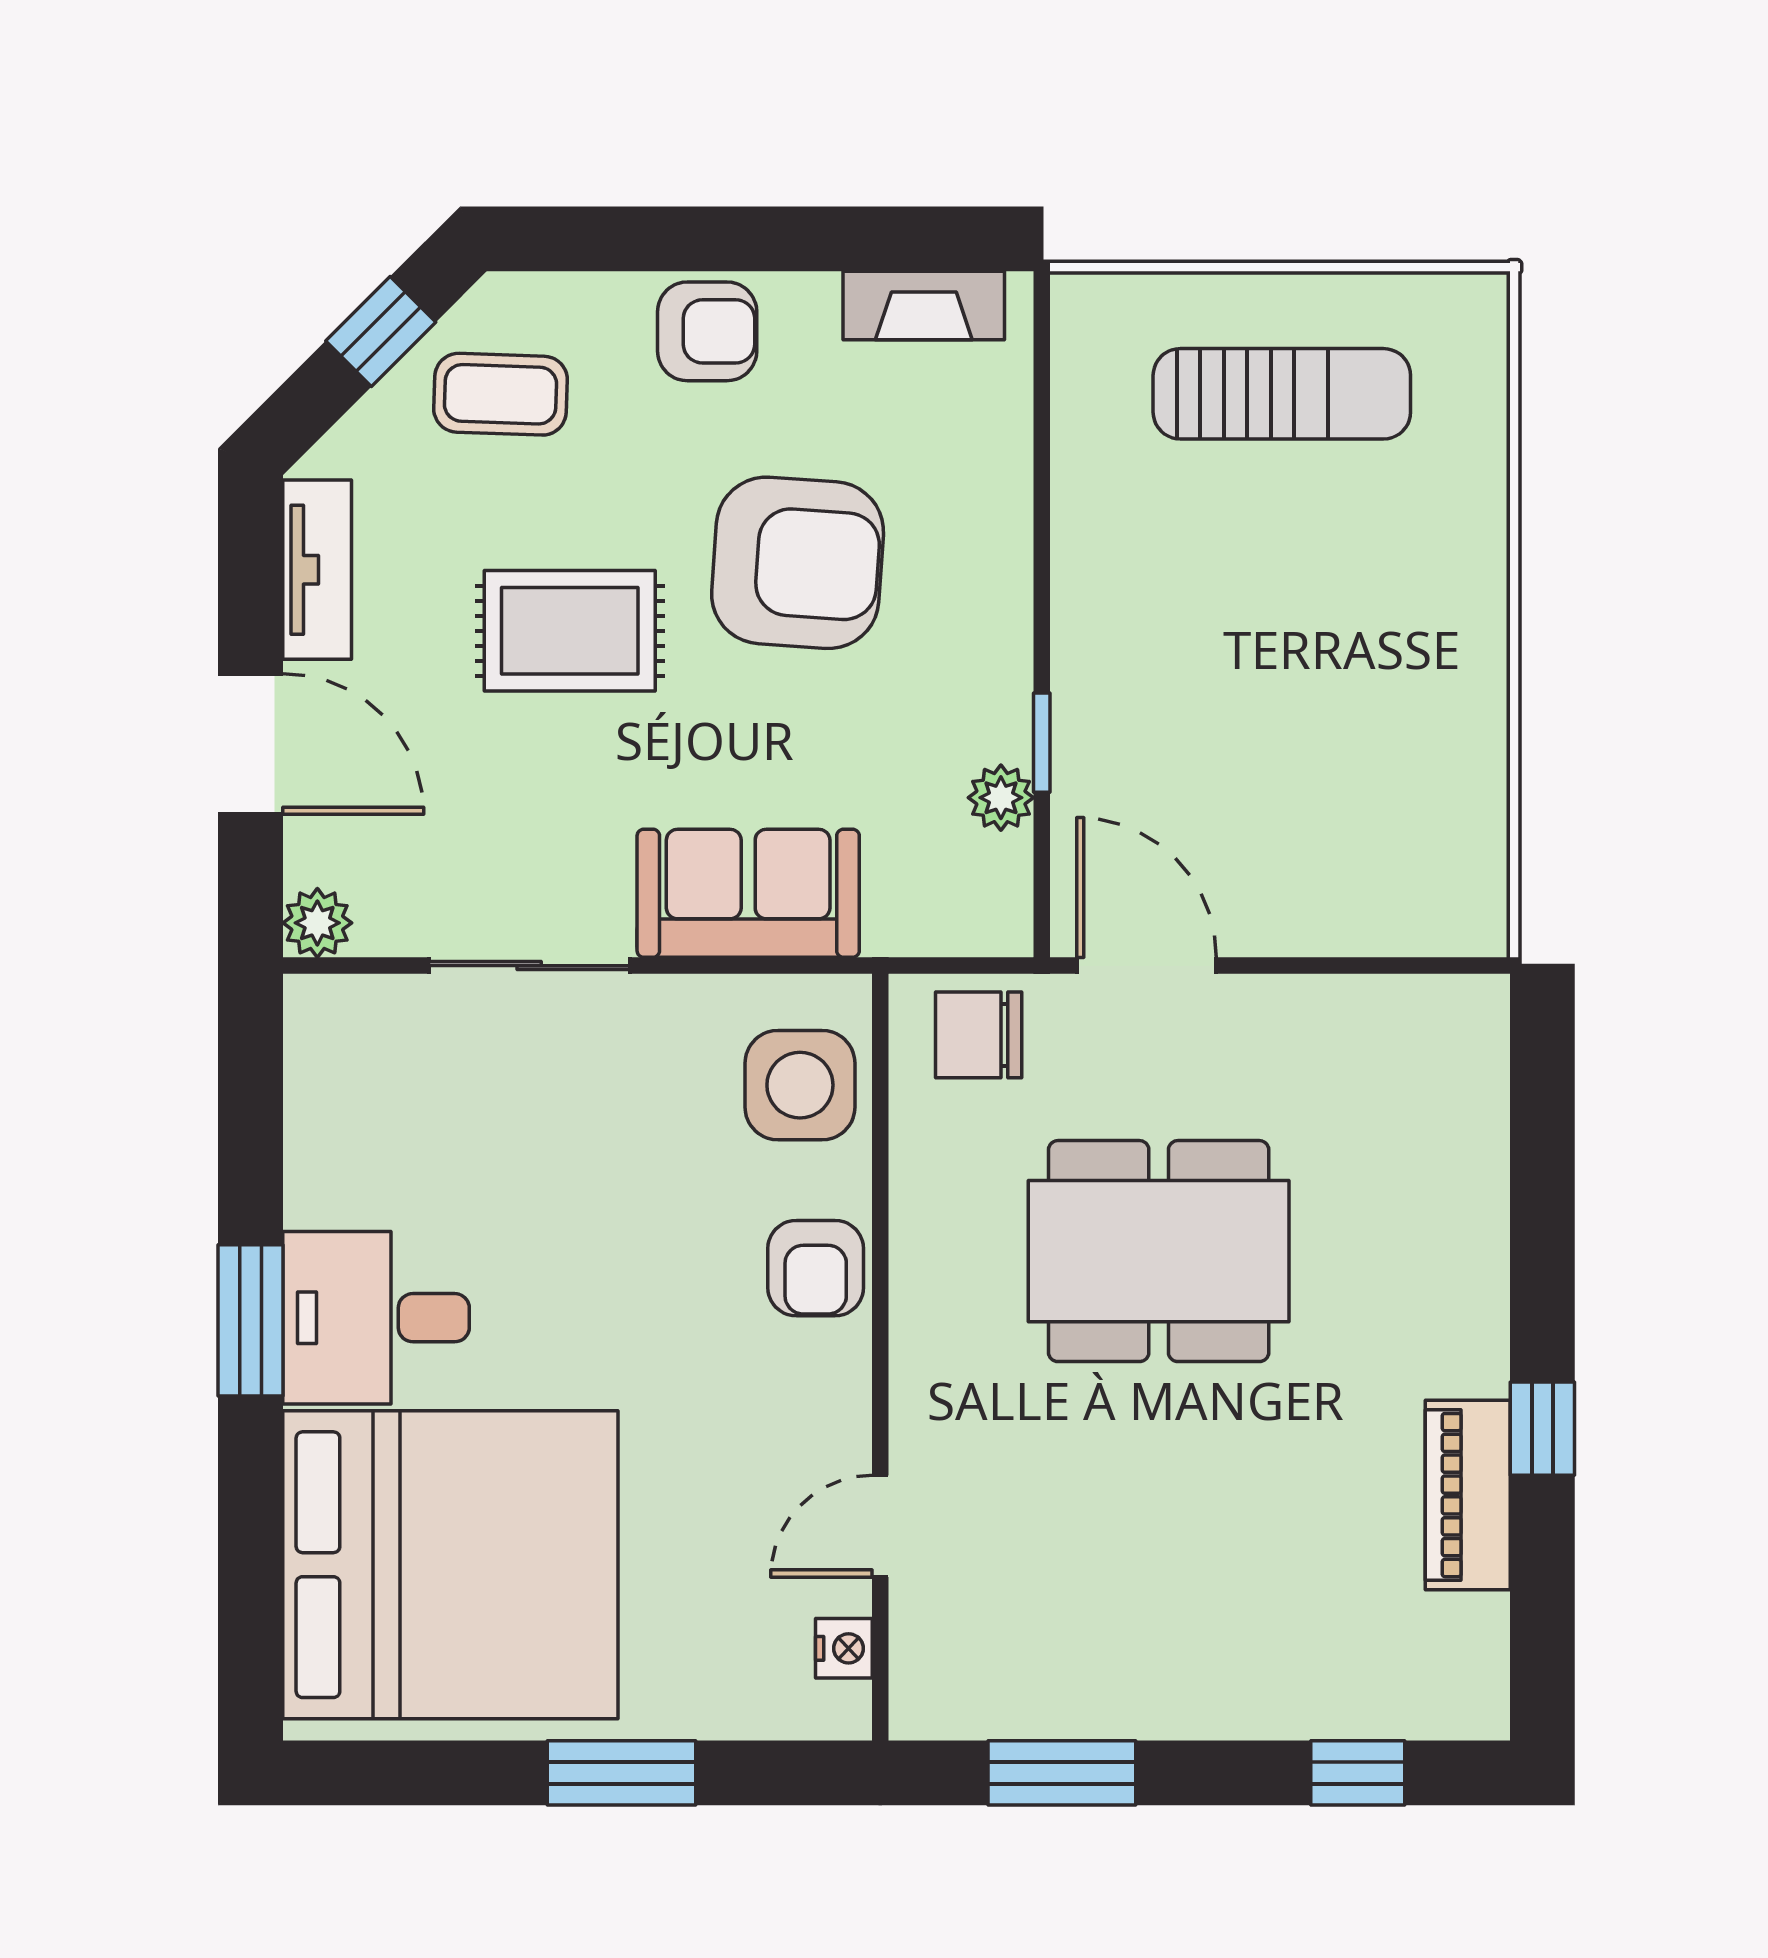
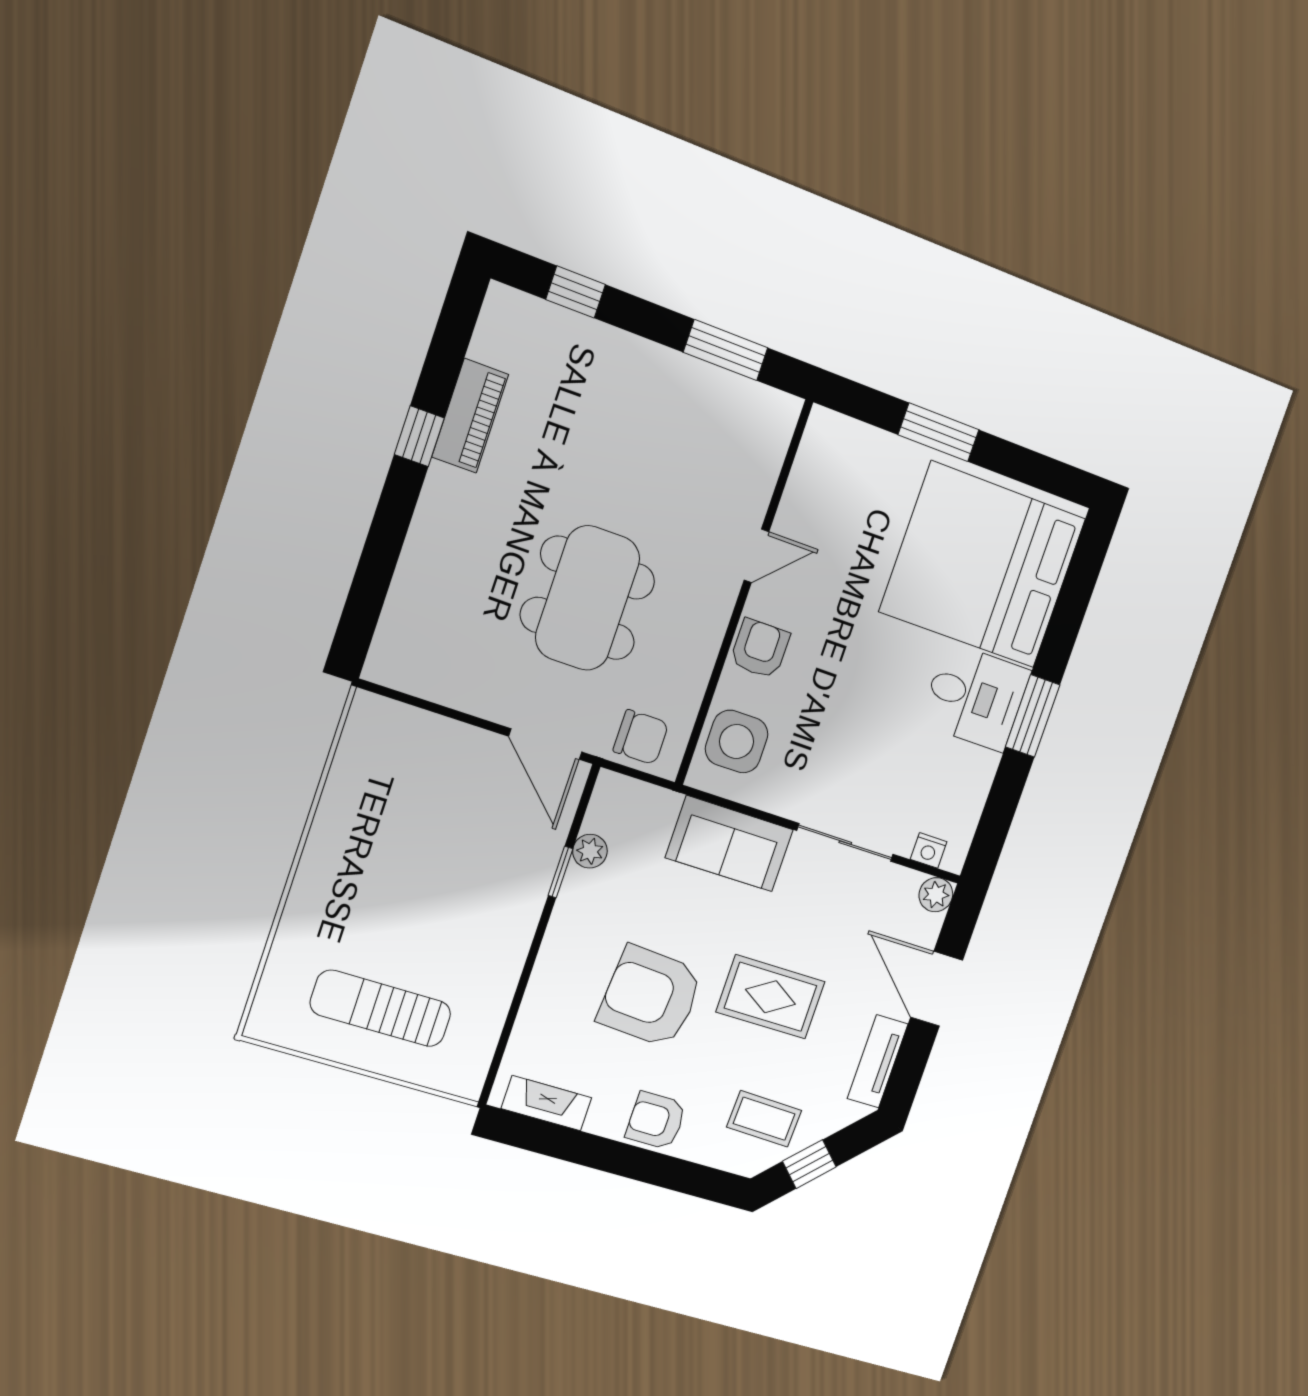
dining table: (1159, 1251) -> (588, 598), turned 90
door: (880, 1526) -> (756, 556), moved
nightstand: (844, 1648) -> (929, 850), moved, turned -90

